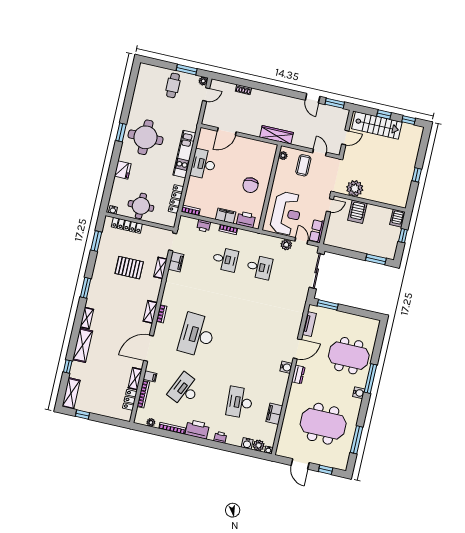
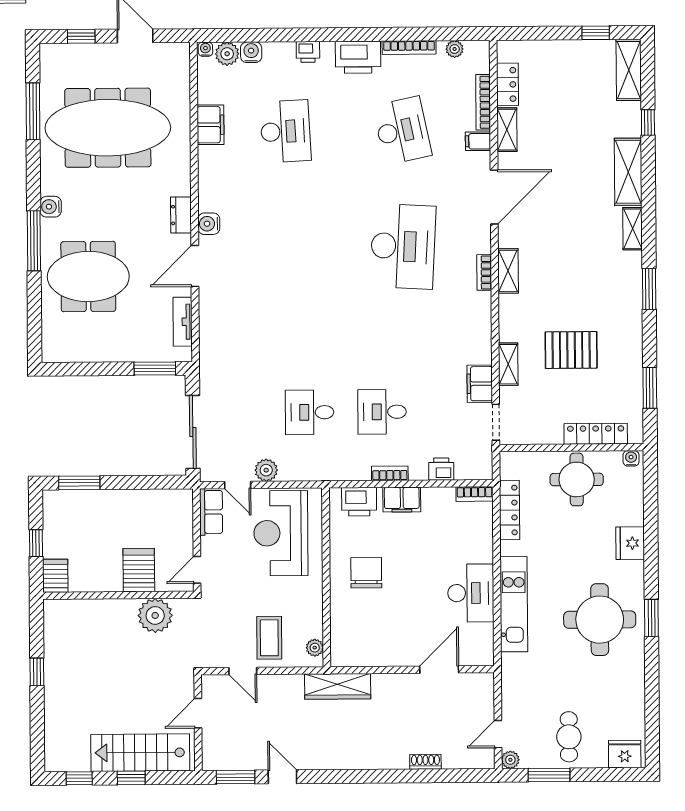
fridge: (149, 71) -> (625, 754), added
desk: (185, 390) -> (402, 131), turned -36
meeting table: (323, 424) -> (108, 128), width x1.36

